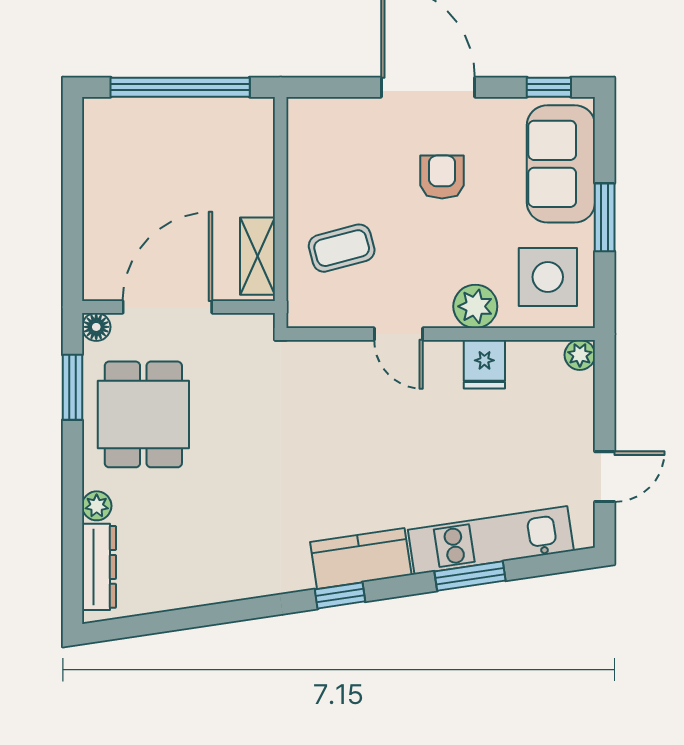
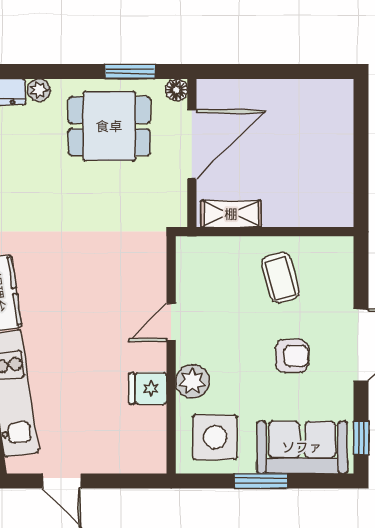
window: (180, 87) -> (361, 154), removed
coffee table: (342, 248) -> (280, 278), moved
door: (167, 307) -> (192, 145), hinge flipped
plant: (580, 355) -> (155, 462), removed

